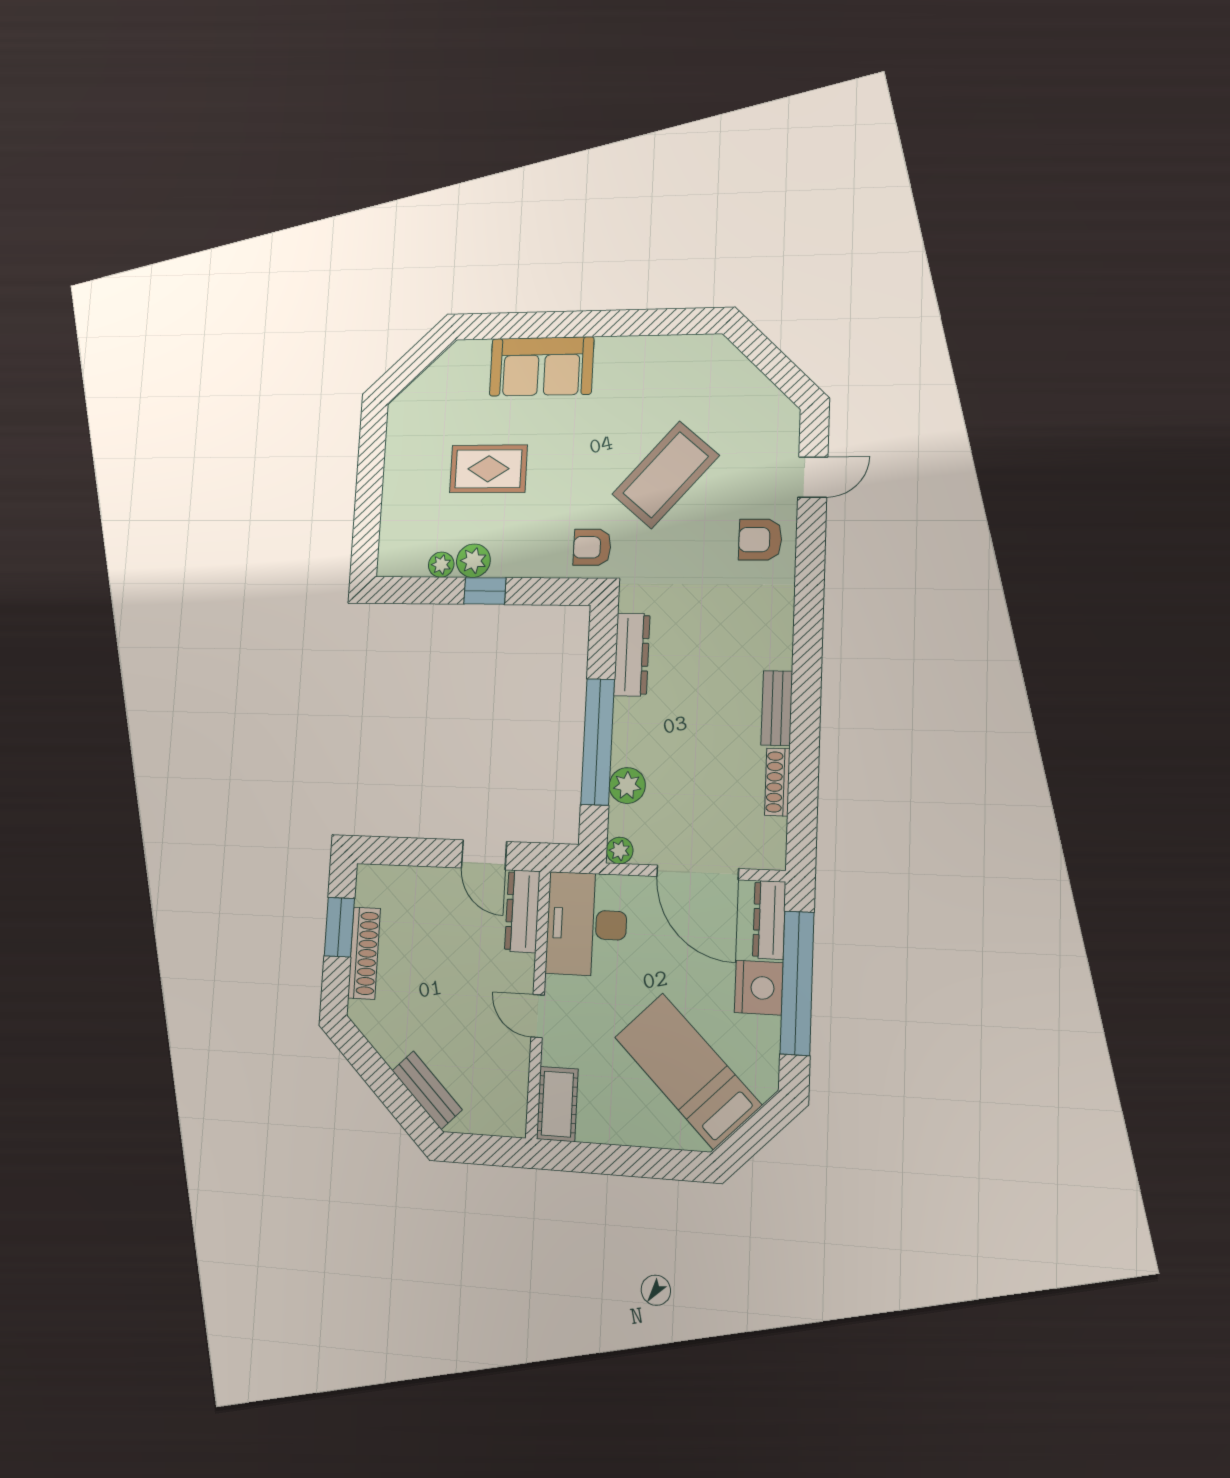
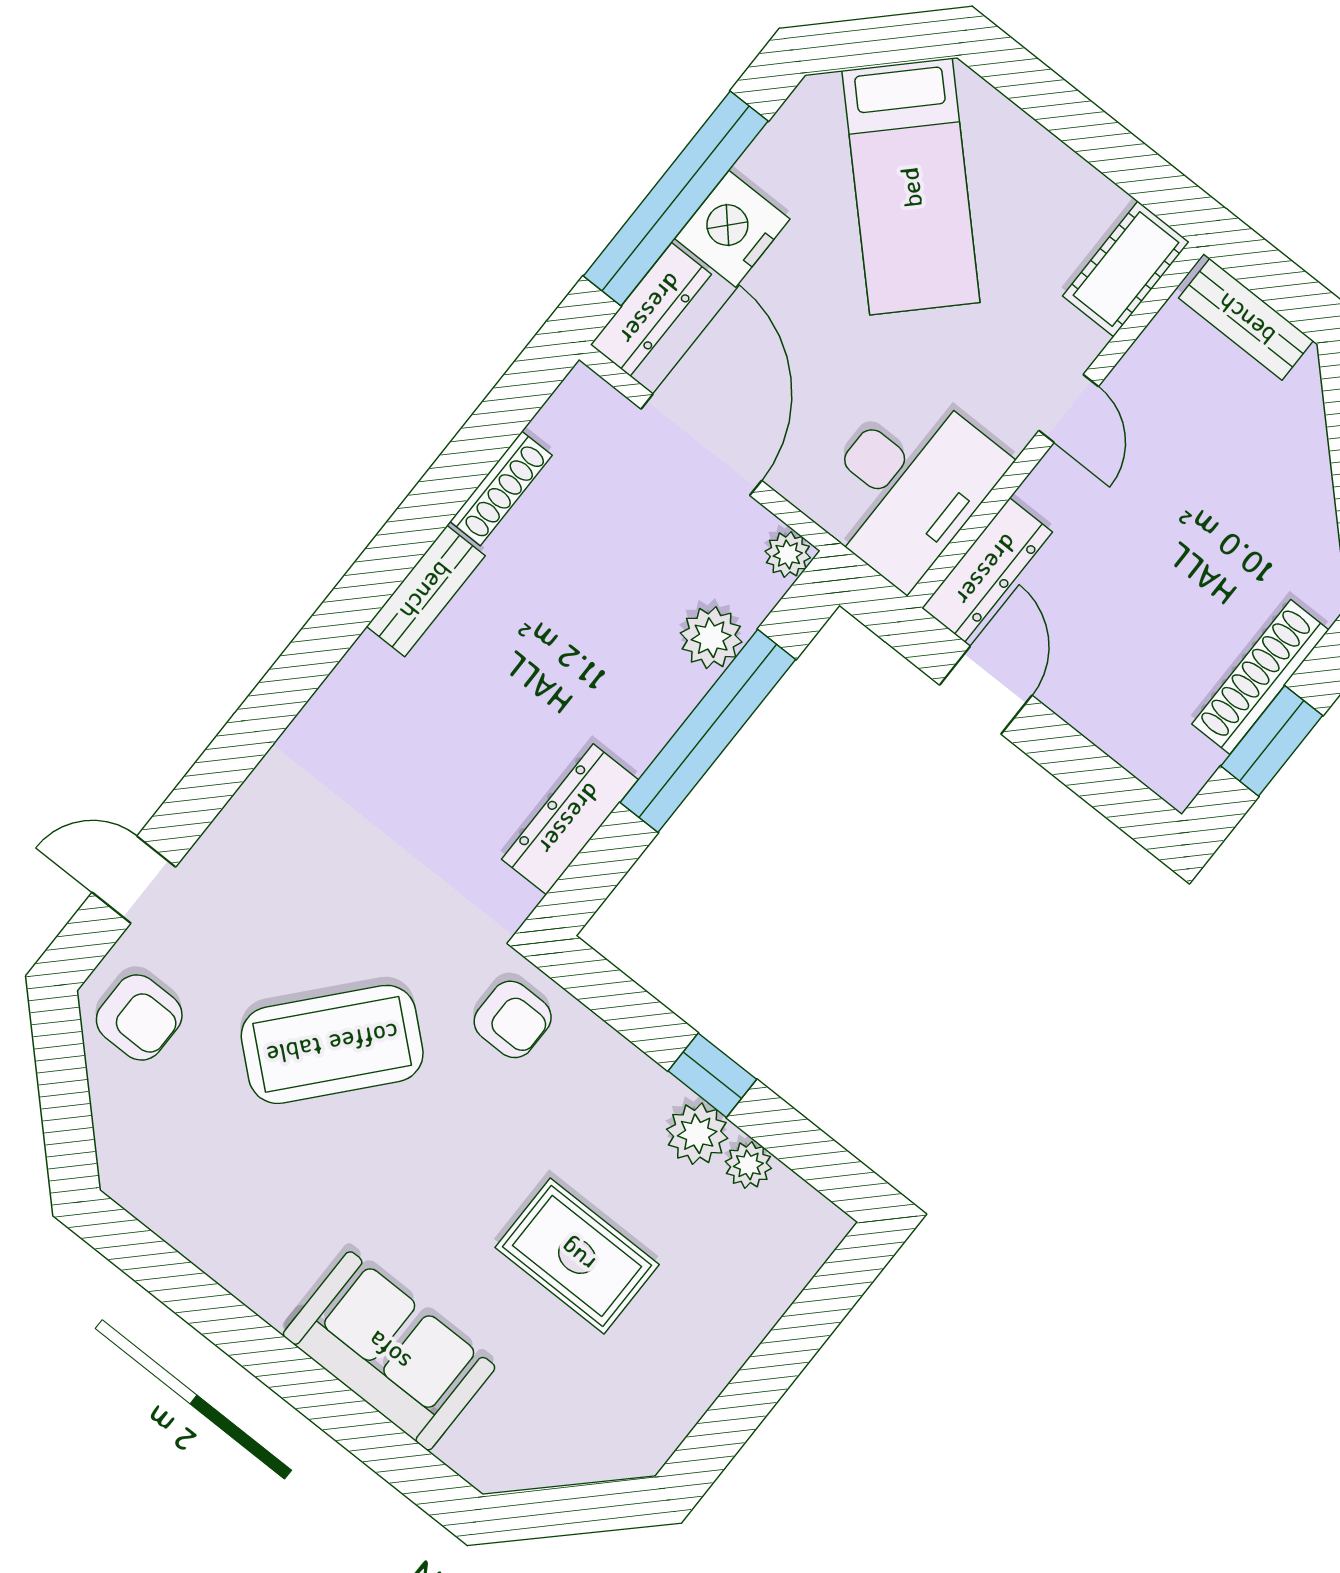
armchair: (760, 540) -> (139, 1017), moved
bench: (427, 1090) -> (1246, 319), moved, turned -45

